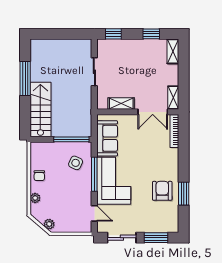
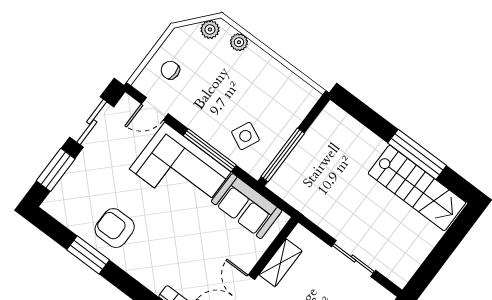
stairs: (40, 110) -> (417, 188), moved
chair: (39, 176) -> (170, 70), moved
armchair: (162, 191) -> (115, 228), turned 180
plant: (49, 224) -> (210, 29), moved

